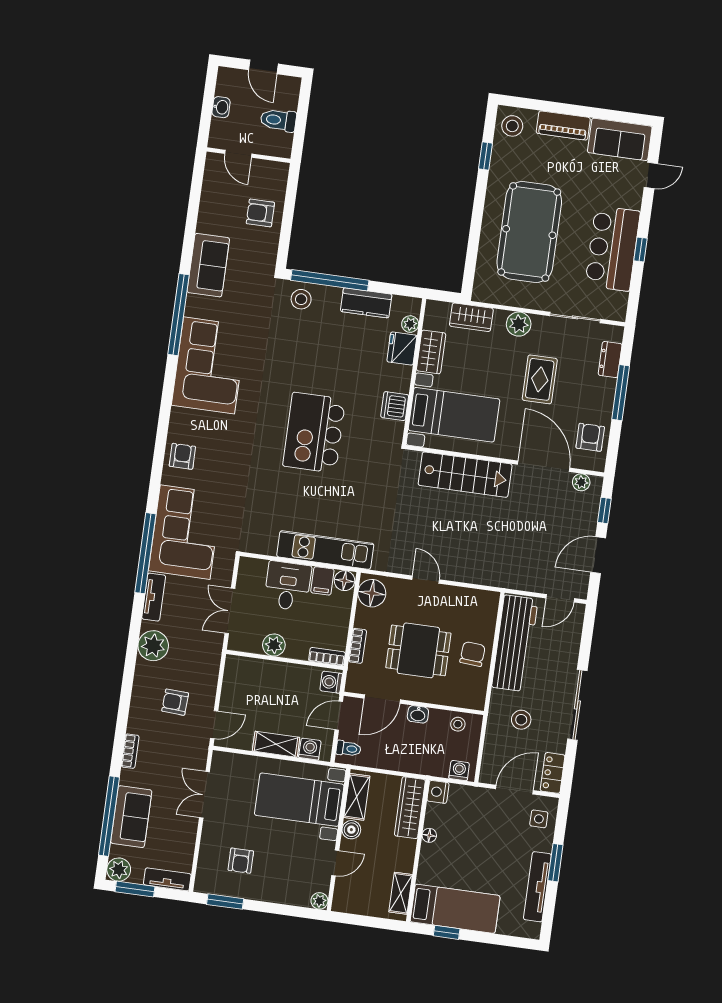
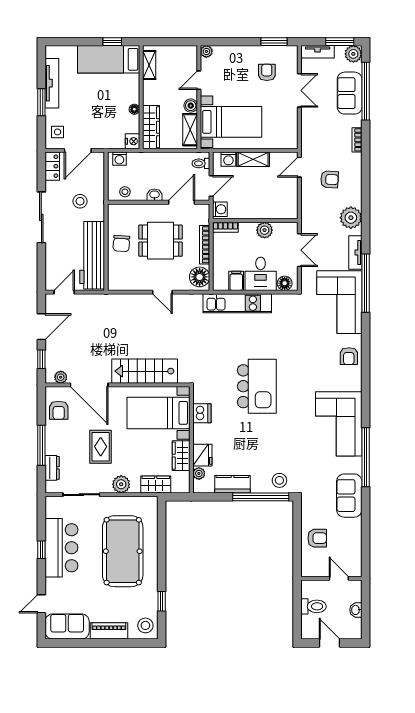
floor lamp: (344, 581) -> (285, 283), moved
bookcase: (357, 646) -> (205, 245), width x1.56
double door: (204, 795) -> (299, 90), moved

